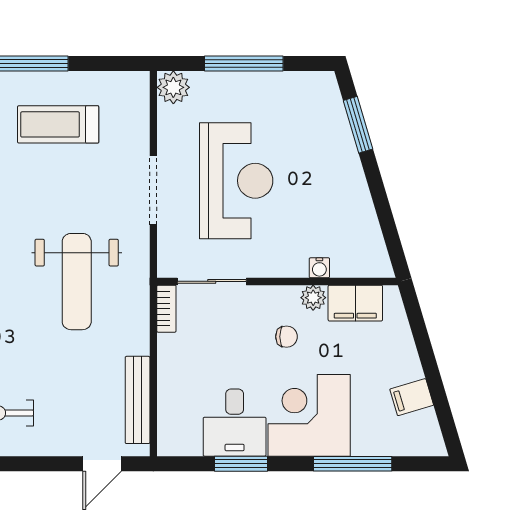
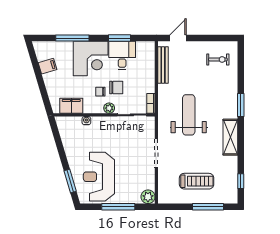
reception desk: (236, 181) -> (99, 177), moved
plant: (313, 298) -> (109, 108), moved
chair: (249, 347) -> (116, 87), added

